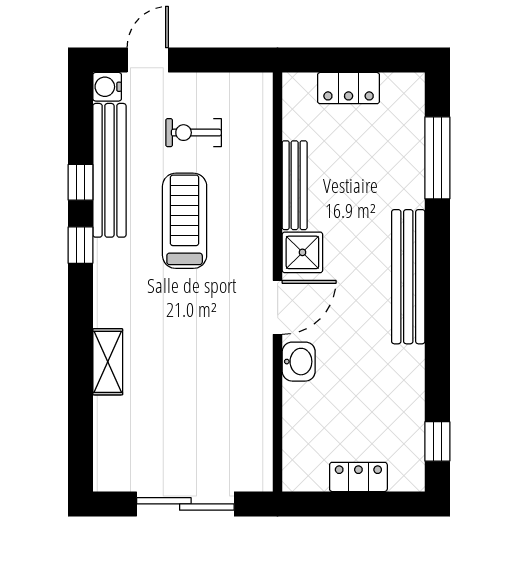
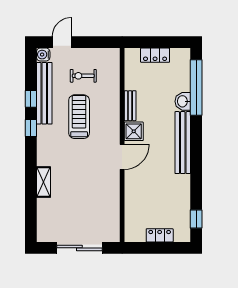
window: (437, 158) -> (196, 88), width x1.46
bench: (295, 185) -> (130, 106), width x0.73
washbasin: (299, 362) -> (183, 101), moved, turned 180

